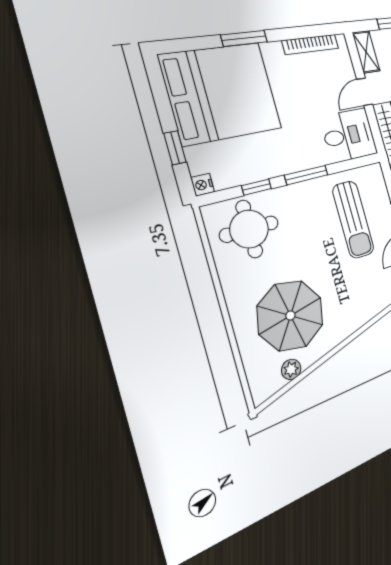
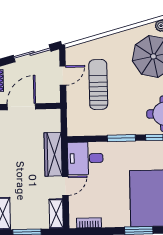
bookcase: (311, 44) -> (89, 223), width x0.64
sun lounger: (353, 219) -> (98, 85), moved

